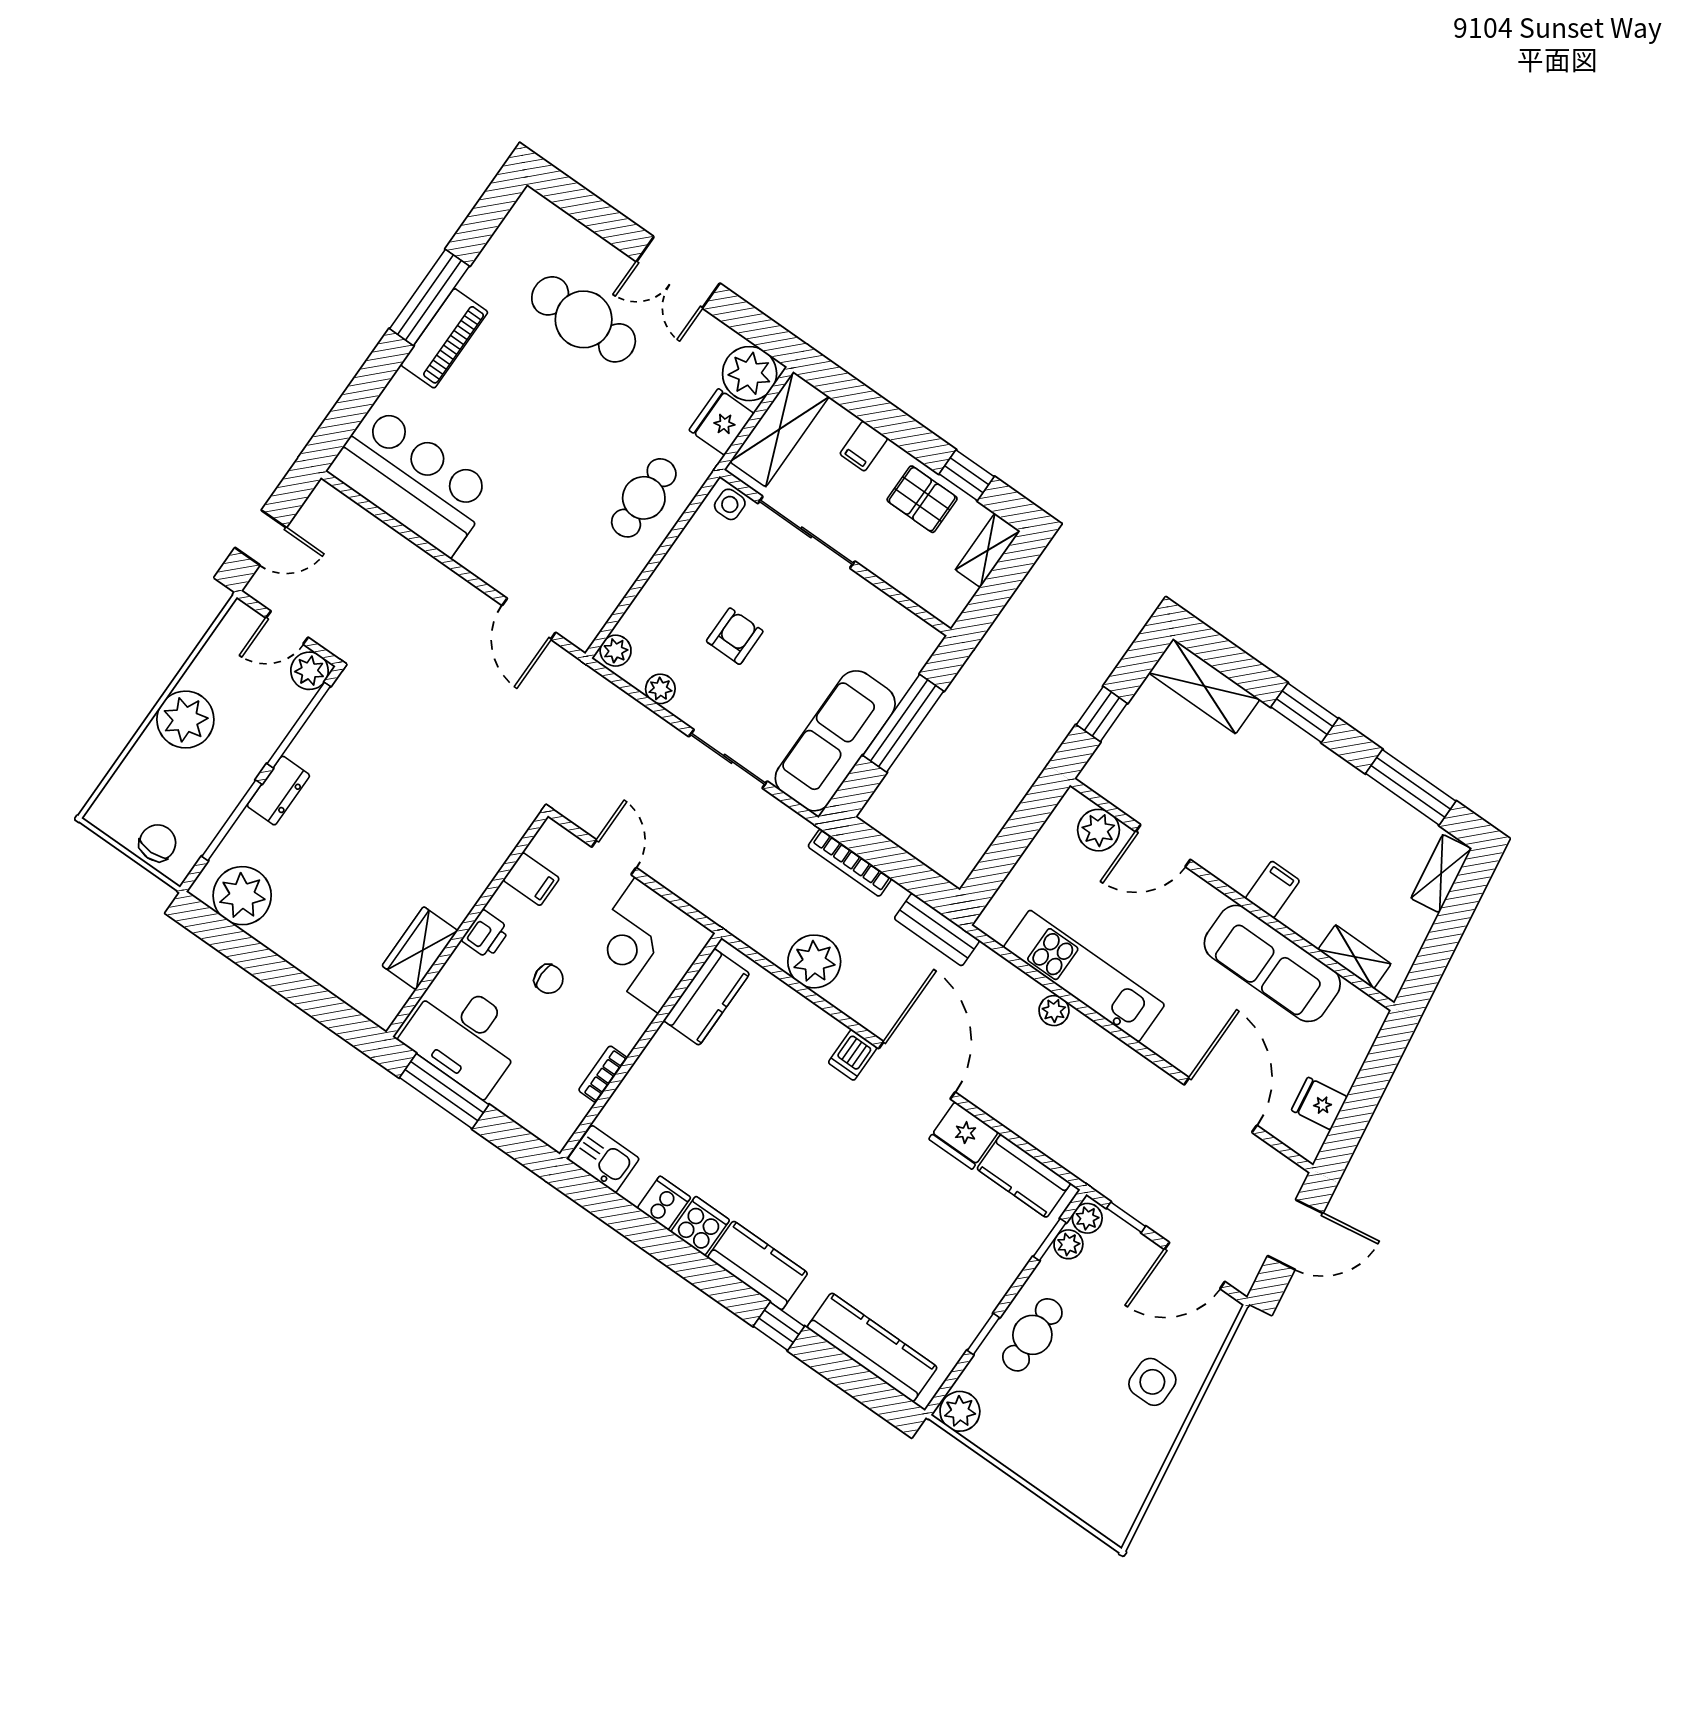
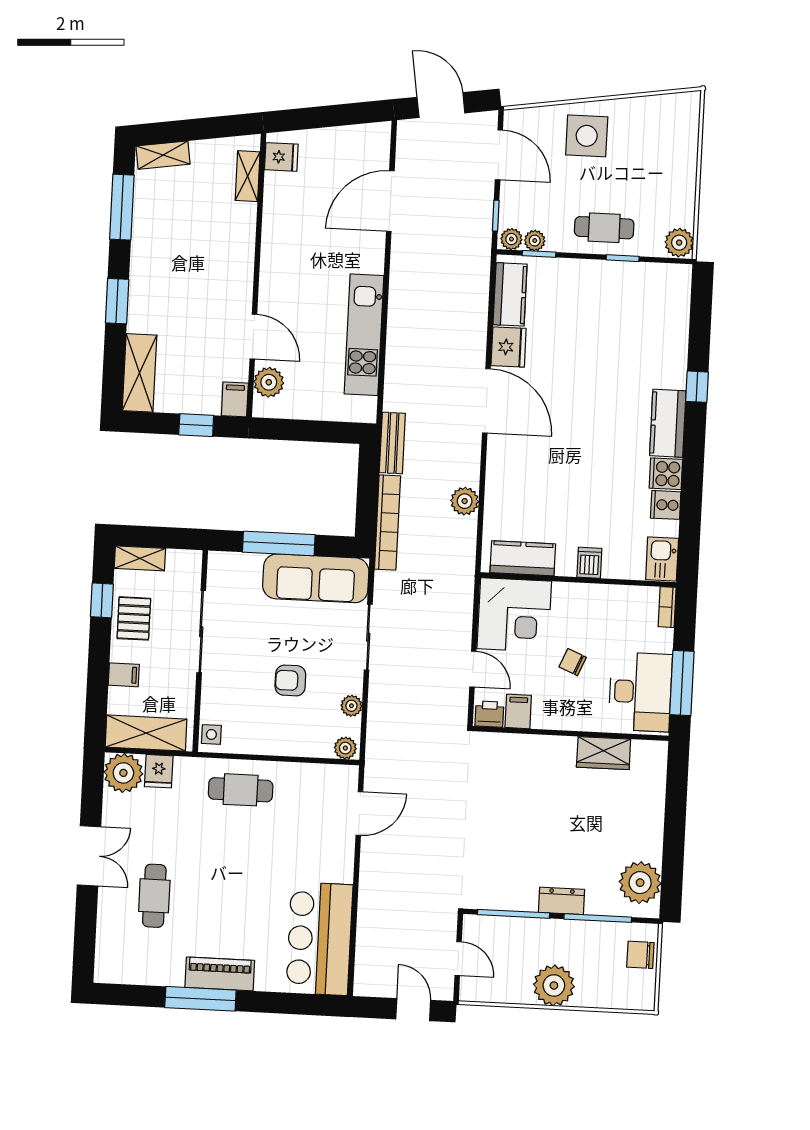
cafe table: (584, 319) -> (154, 896), width x0.73, depth x0.74
fridge: (722, 422) -> (159, 771), width x0.72
sliding door: (806, 532) -> (201, 632), moved
plant: (309, 671) -> (476, 928), removed
door: (614, 857) -> (473, 669), swing flipped
bookcase: (850, 863) -> (387, 522), width x1.48, depth x1.31
filing cabinet: (1272, 890) -> (235, 399), moved, turned 90
printer: (486, 934) -> (489, 714), moved
plant: (814, 961) -> (465, 501), width x0.73, depth x0.73
sofa: (1272, 963) -> (283, 224), removed
chair: (549, 979) -> (573, 662), turned -67
plant: (1054, 1011) -> (397, 340), removed
dishwasher: (853, 1055) -> (589, 563), moved, turned -90
door: (917, 1070) -> (486, 401), swing flipped
bookcase: (603, 1074) -> (667, 607), moved, turned 90
fridge: (1319, 1104) -> (281, 157), moved, turned -81
kitchen counter: (872, 1347) -> (674, 321), removed
side table: (1152, 1382) -> (587, 136), width x1.37, depth x1.37

